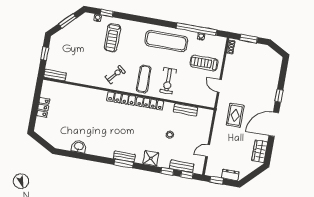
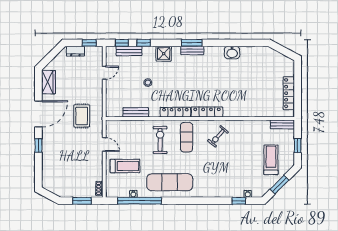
treadmill: (112, 38) -> (271, 160), moved
locker: (43, 107) -> (289, 93), width x1.53
washbasin: (79, 146) -> (232, 53), moved

